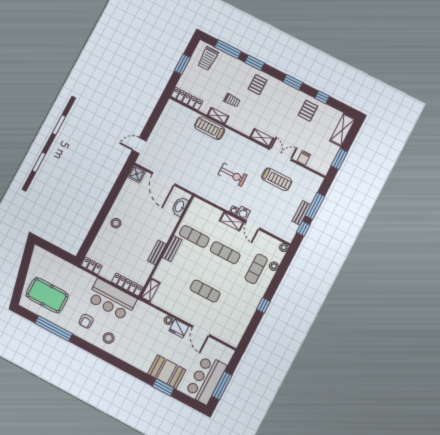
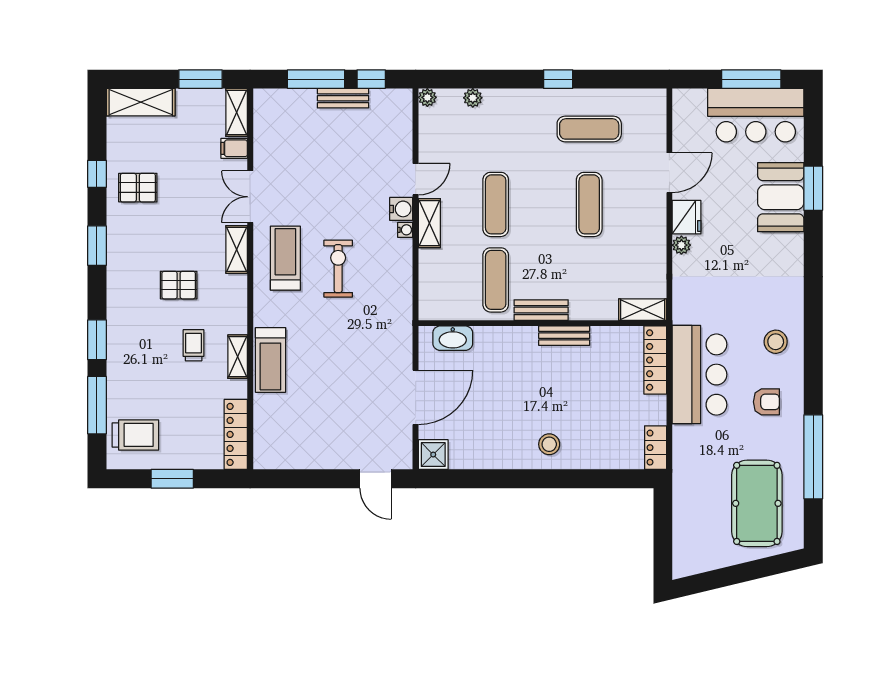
pallet: (258, 85) -> (179, 285), moved
shelving: (318, 167) -> (237, 112), added
treadmill: (277, 179) -> (285, 258), moved
exercise mat: (256, 269) -> (589, 129), moved

